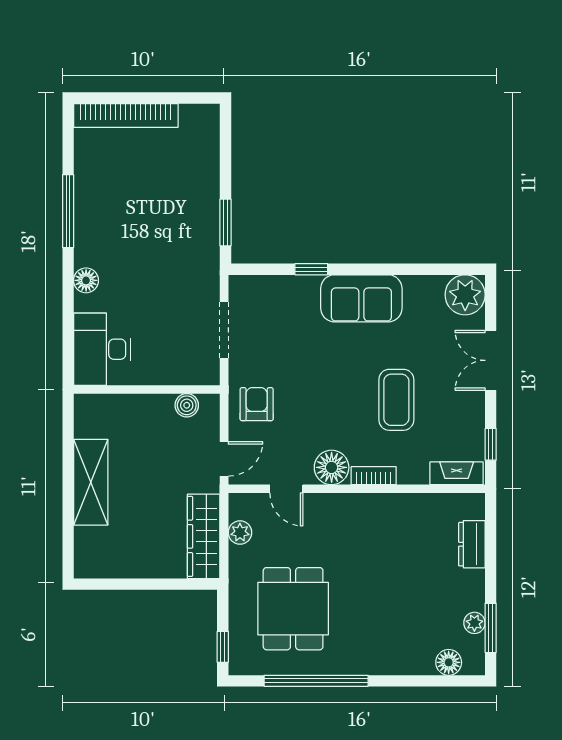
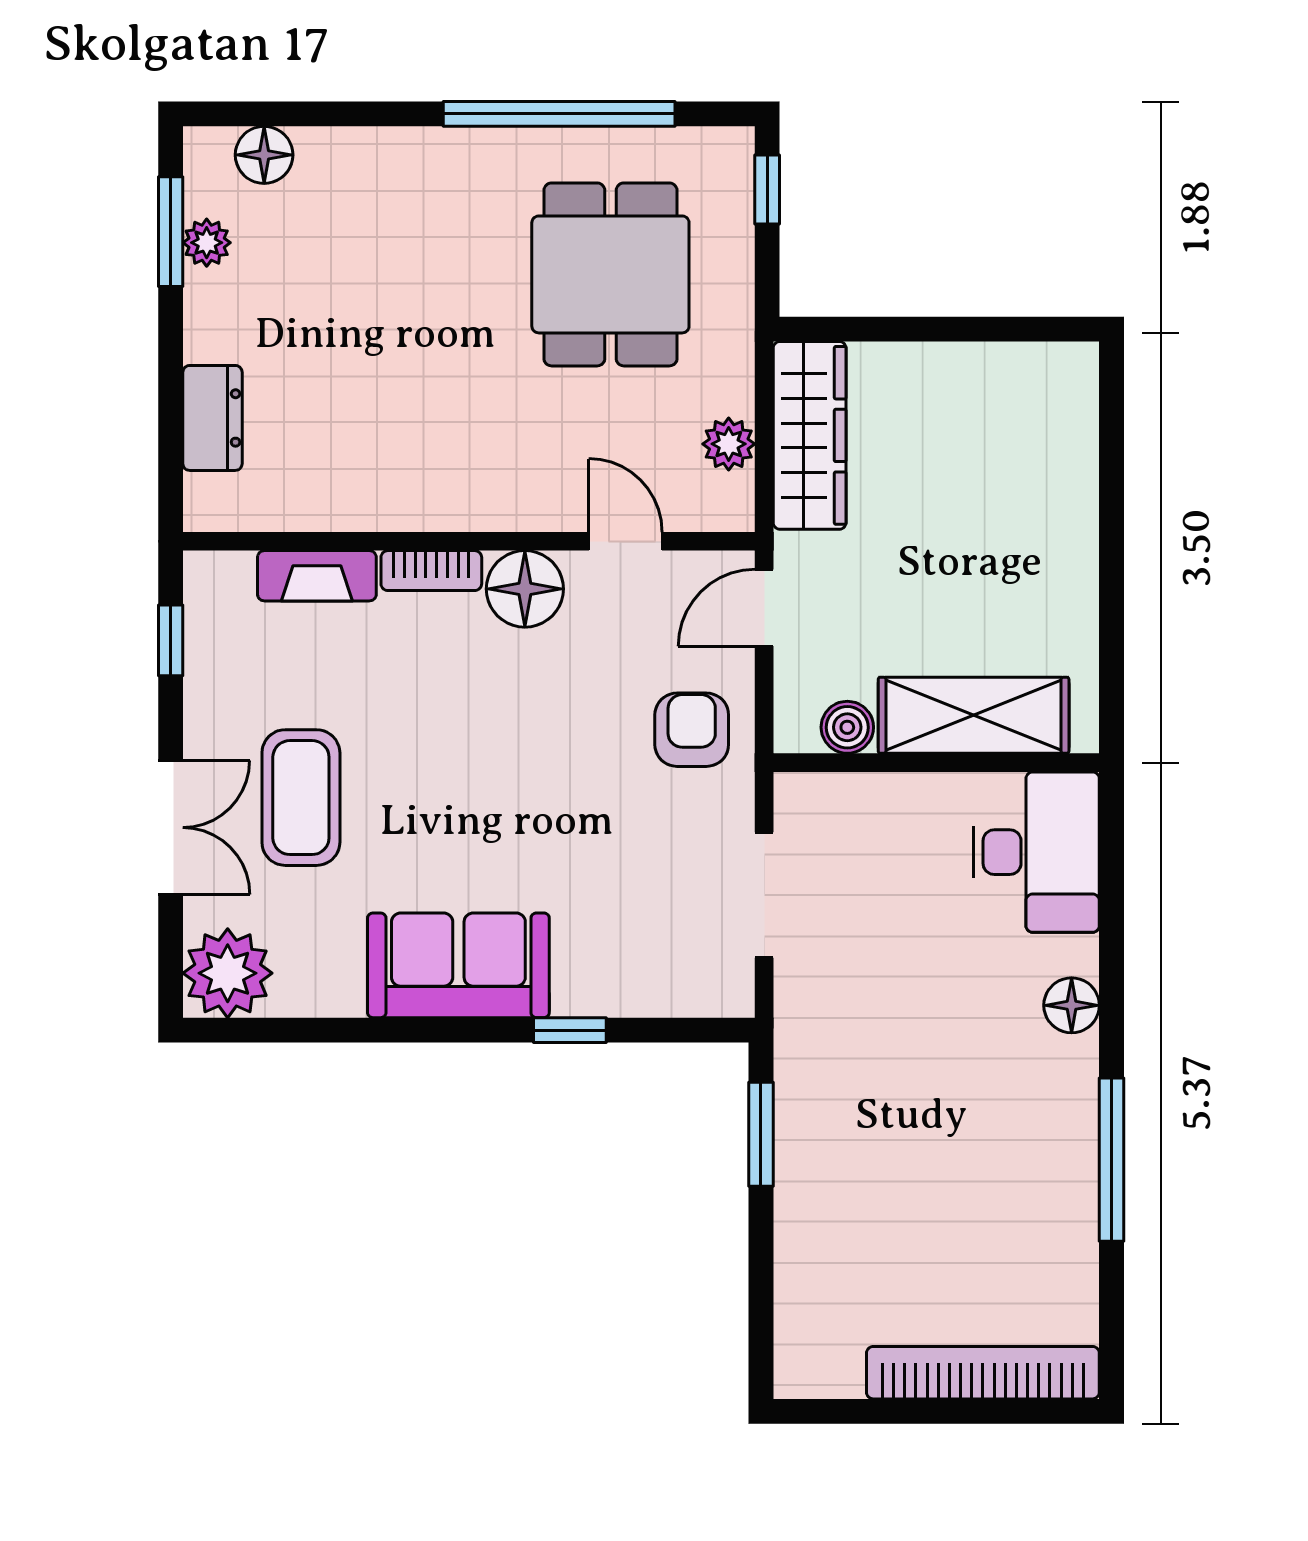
coffee table: (396, 400) -> (301, 798), moved
armchair: (257, 404) -> (692, 730), turned 180
fireplace: (457, 473) -> (317, 576), moved
shelving: (91, 482) -> (974, 715), moved, turned 90

